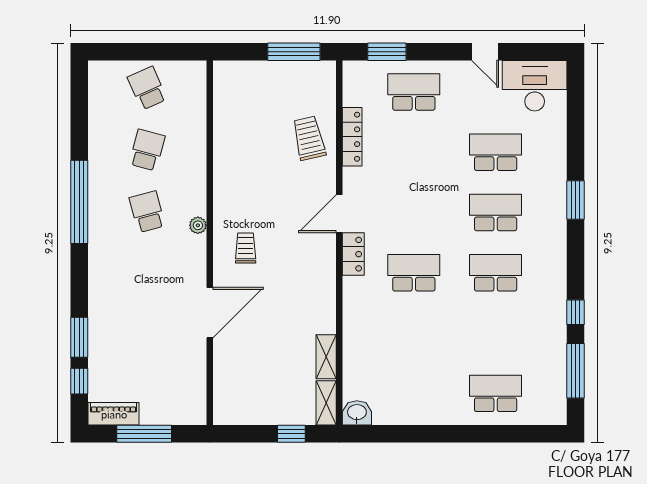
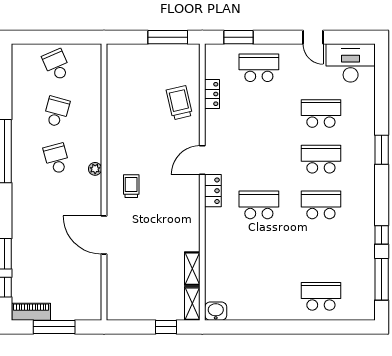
locker: (352, 137) -> (212, 94), width x0.66
door: (210, 313) -> (104, 235), swing flipped

